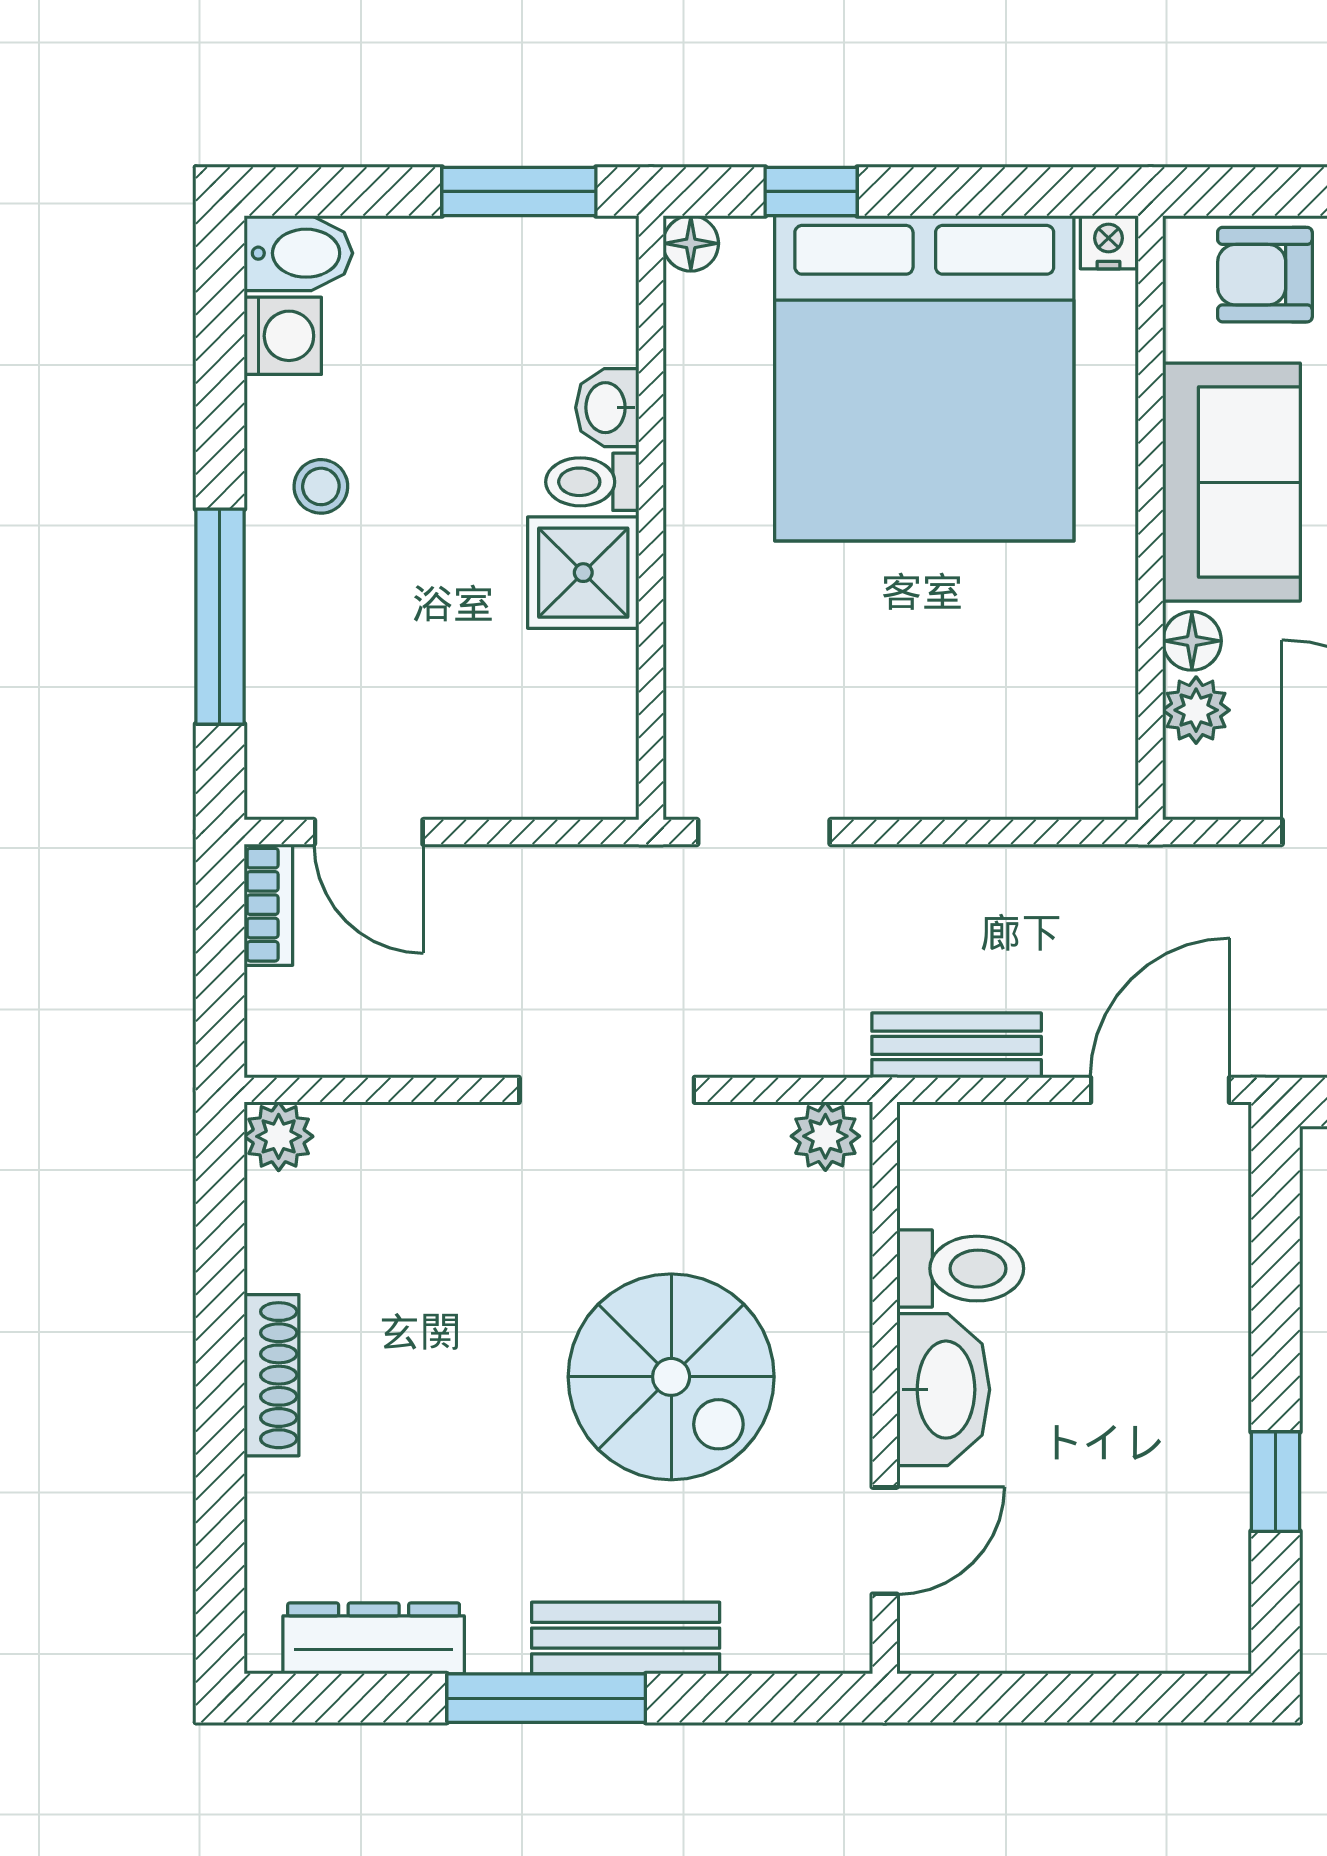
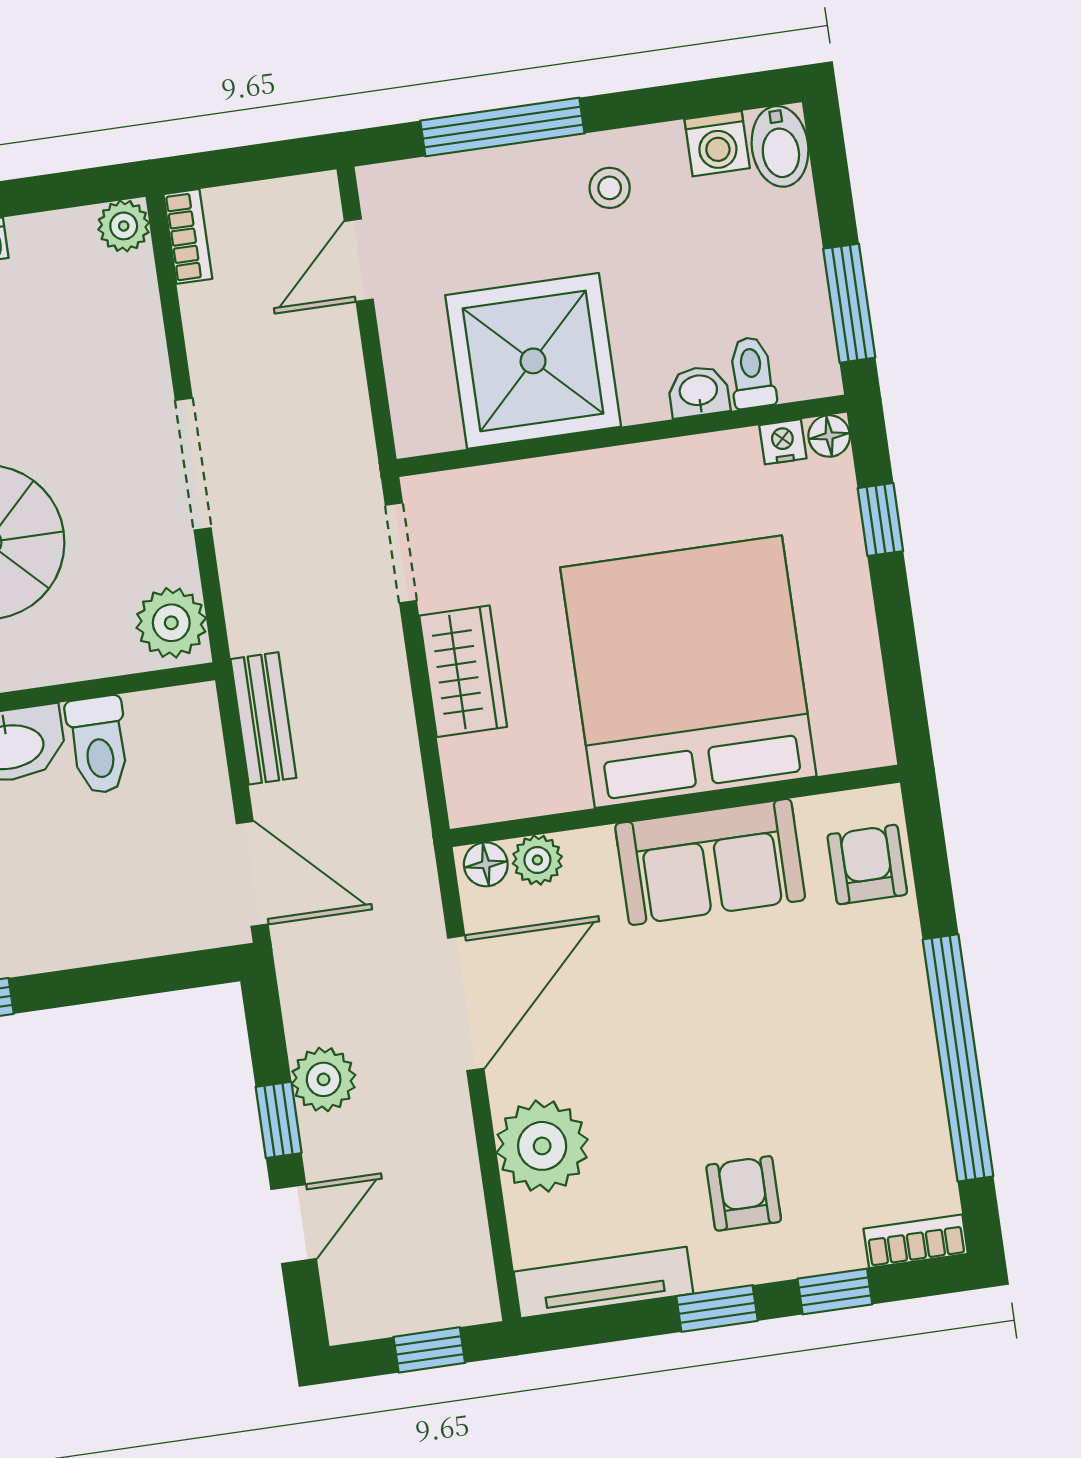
nightstand: (1108, 242) -> (783, 442), moved, turned -90
bed: (924, 378) -> (688, 672), moved, turned 90
toilet: (592, 482) -> (752, 373), moved
shower: (583, 573) -> (533, 361), width x1.86, depth x1.86
floor lamp: (1192, 641) -> (486, 864), moved
wardrobe: (932, 772) -> (463, 671), added
bookcase: (268, 905) -> (188, 236), moved, turned -90
plant: (825, 1136) -> (171, 623), width x1.38, depth x1.38

